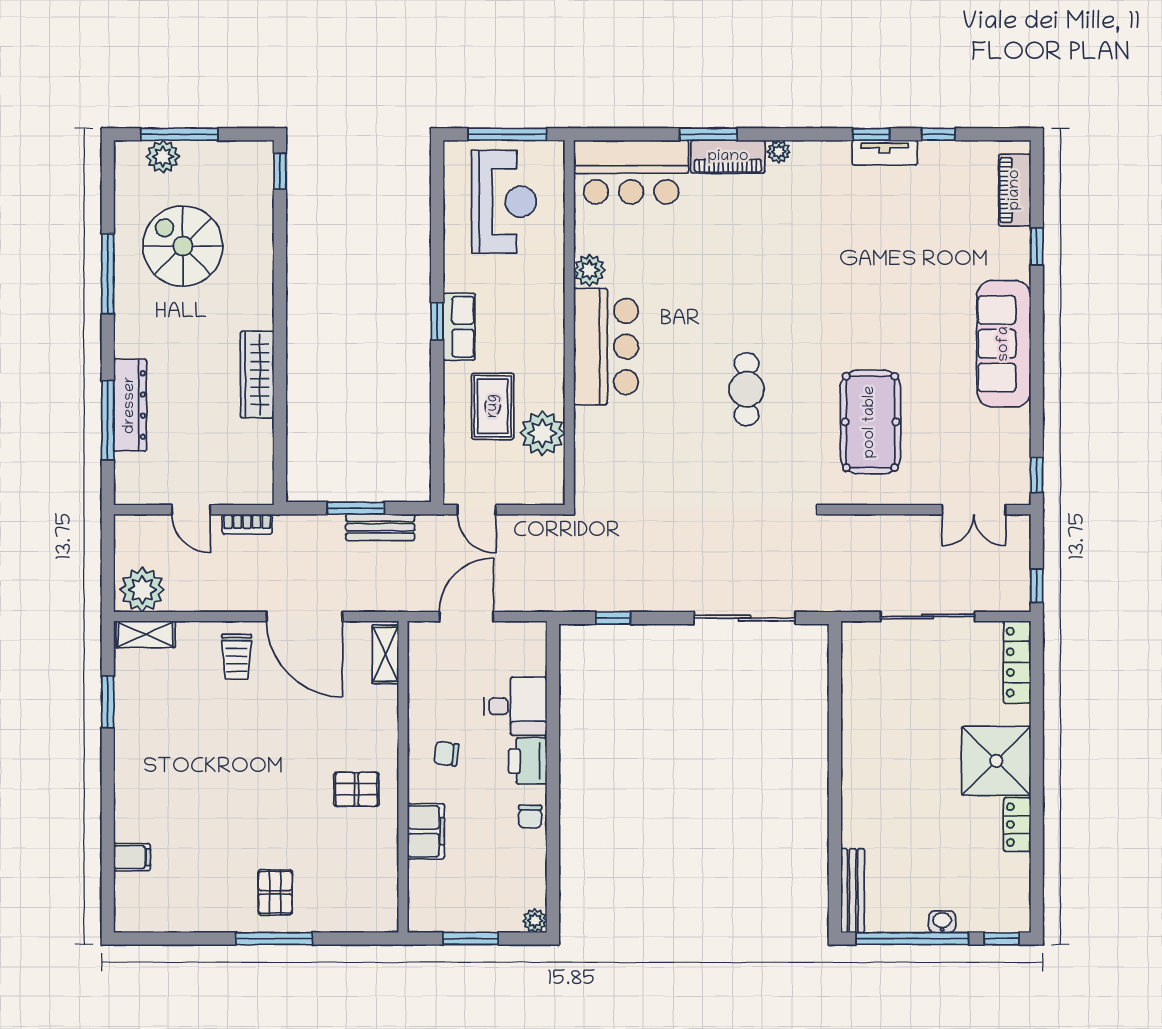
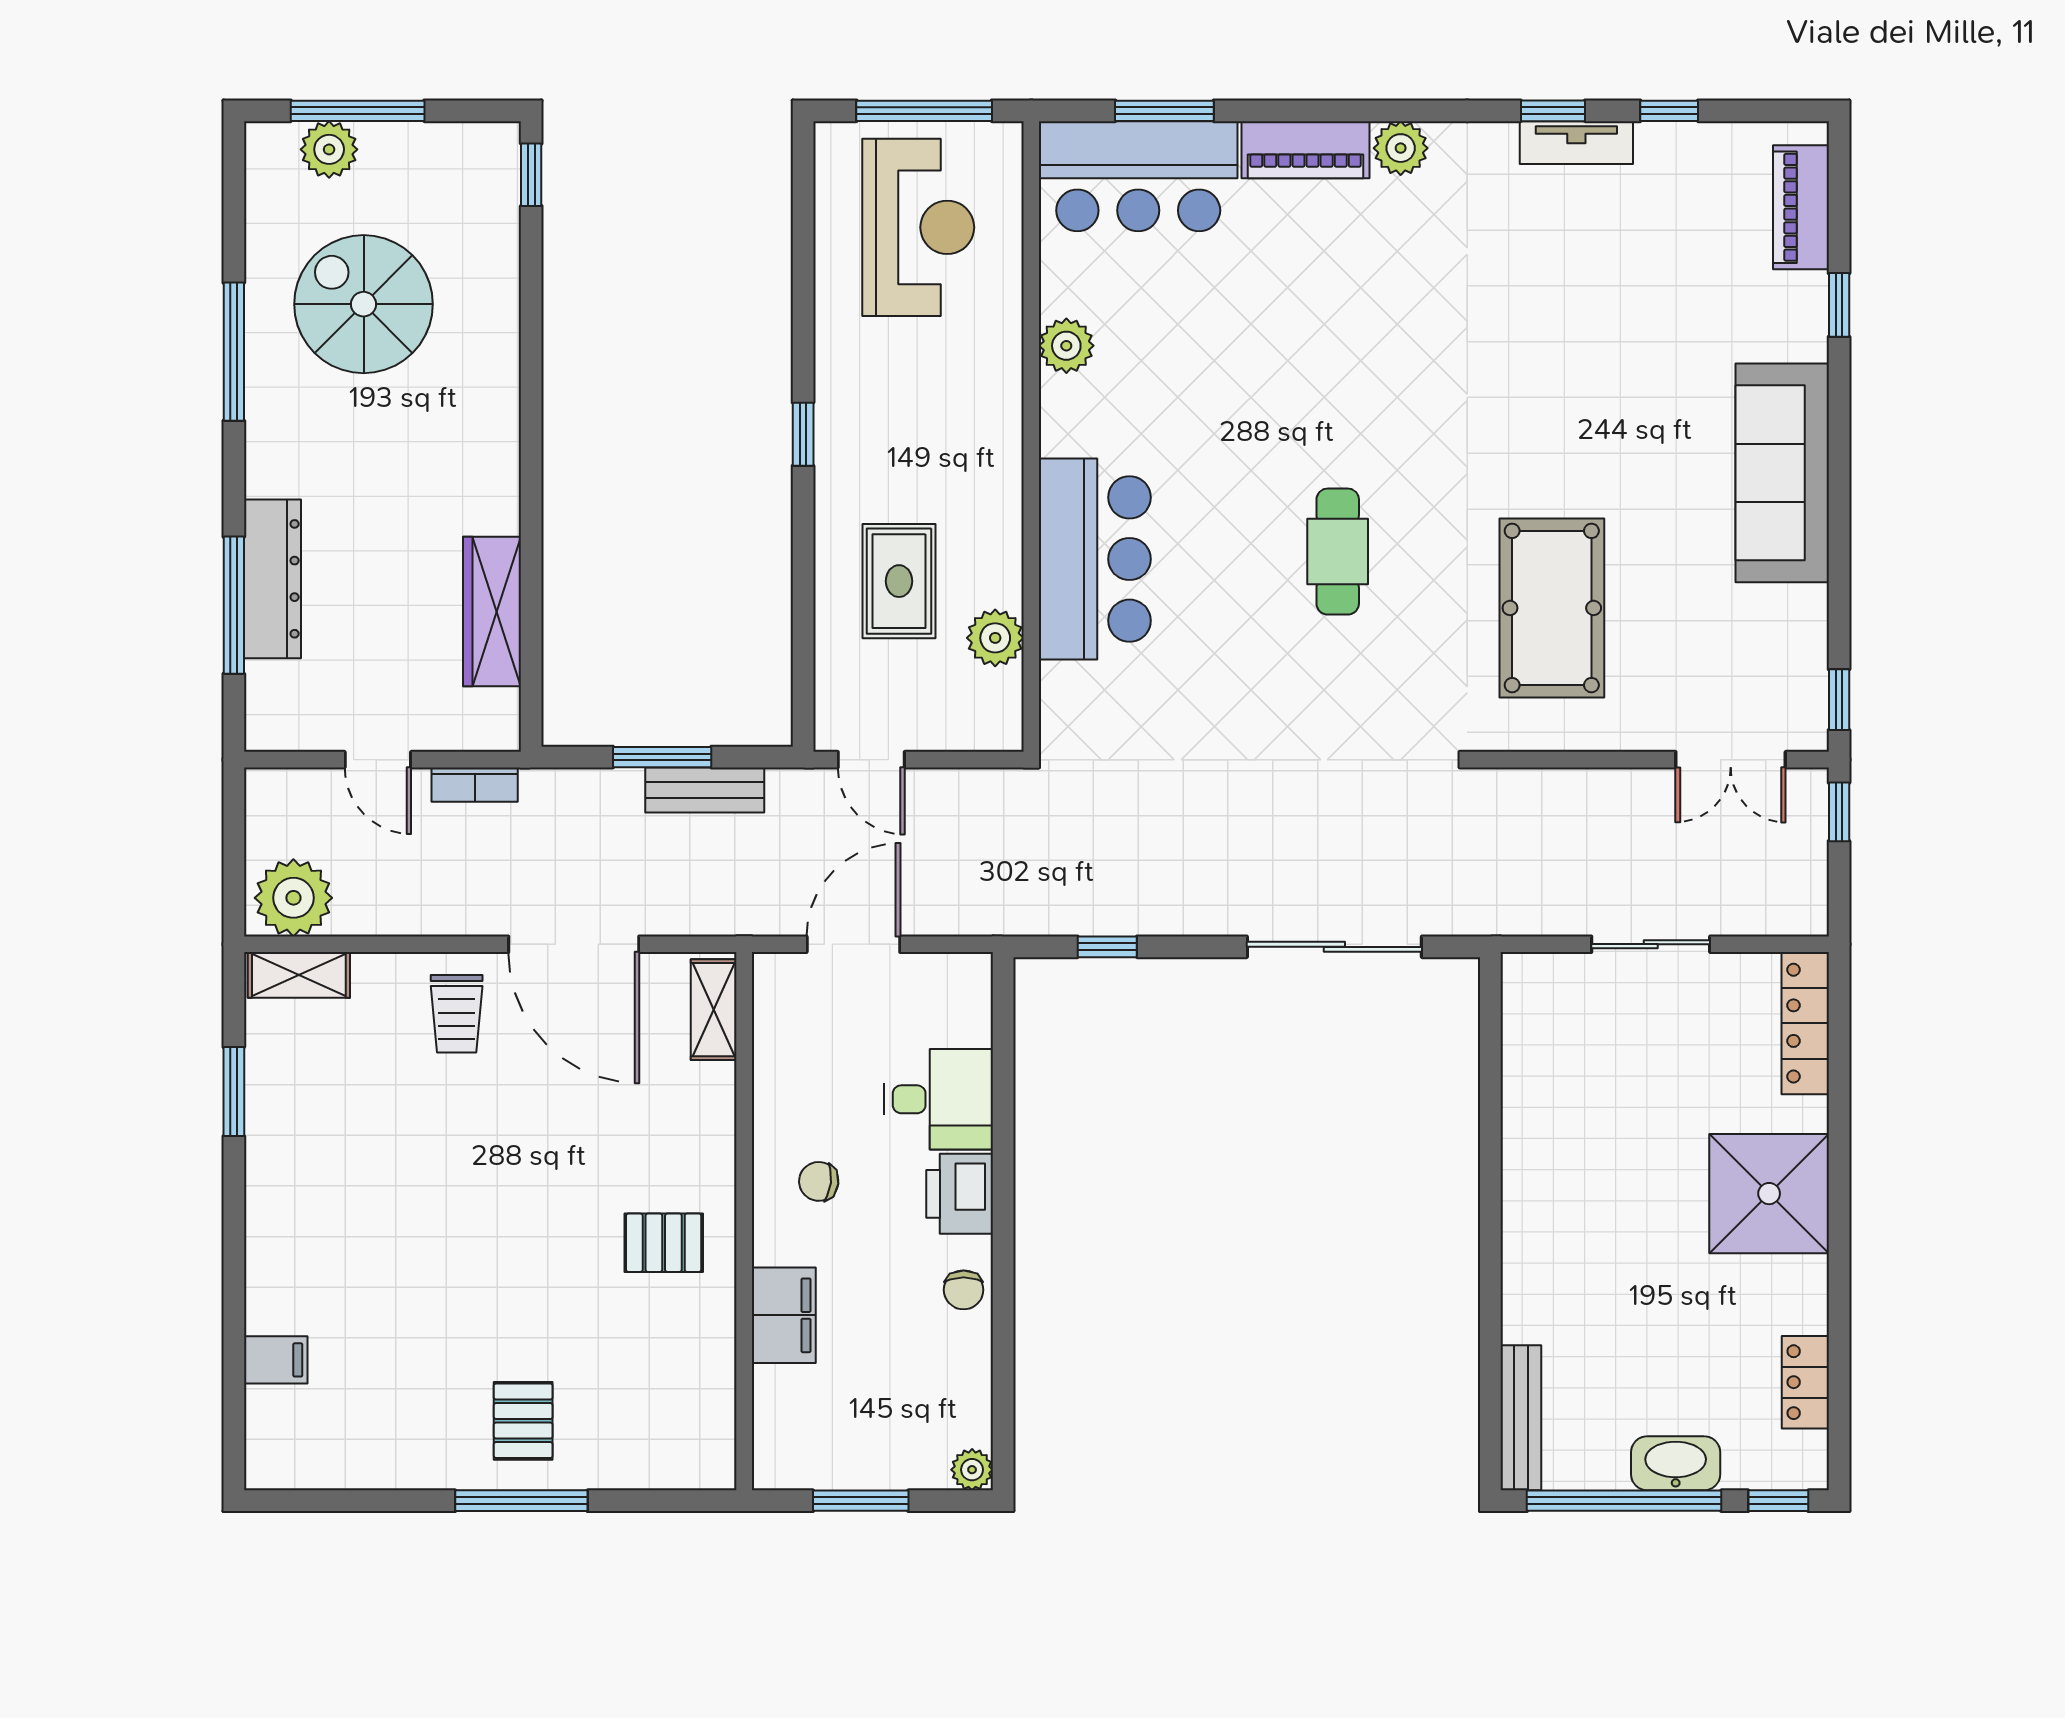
window: (708, 134) -> (1164, 111), moved
plant: (779, 152) -> (1401, 148), width x1.38, depth x1.38
row of seats: (459, 327) -> (841, 444), removed
bar counter: (606, 347) -> (1095, 559), moved
wardrobe: (257, 374) -> (492, 611), moved
plant: (542, 433) -> (995, 638), width x0.73, depth x0.73
window: (1037, 586) -> (1839, 812), moved
sliding door: (928, 617) -> (1651, 944), width x0.73
locker: (1017, 825) -> (1805, 1382), moved
washbasin: (942, 922) -> (1676, 1463), width x1.91, depth x1.45

